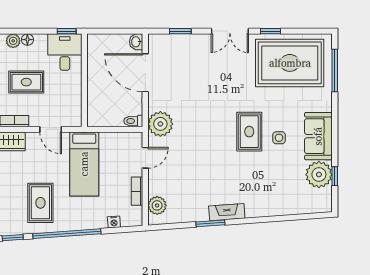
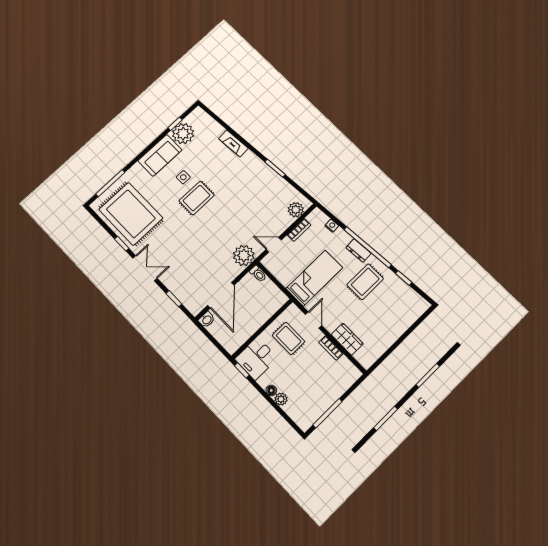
rug: (26, 82) -> (289, 338), moved
fireplace: (227, 212) -> (233, 143), moved
dresser: (71, 223) -> (359, 250), added

